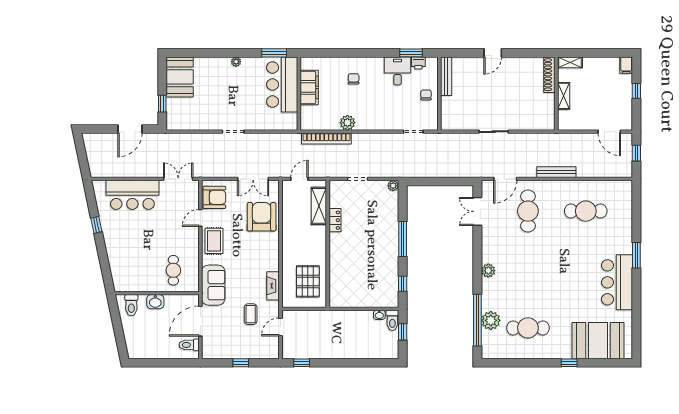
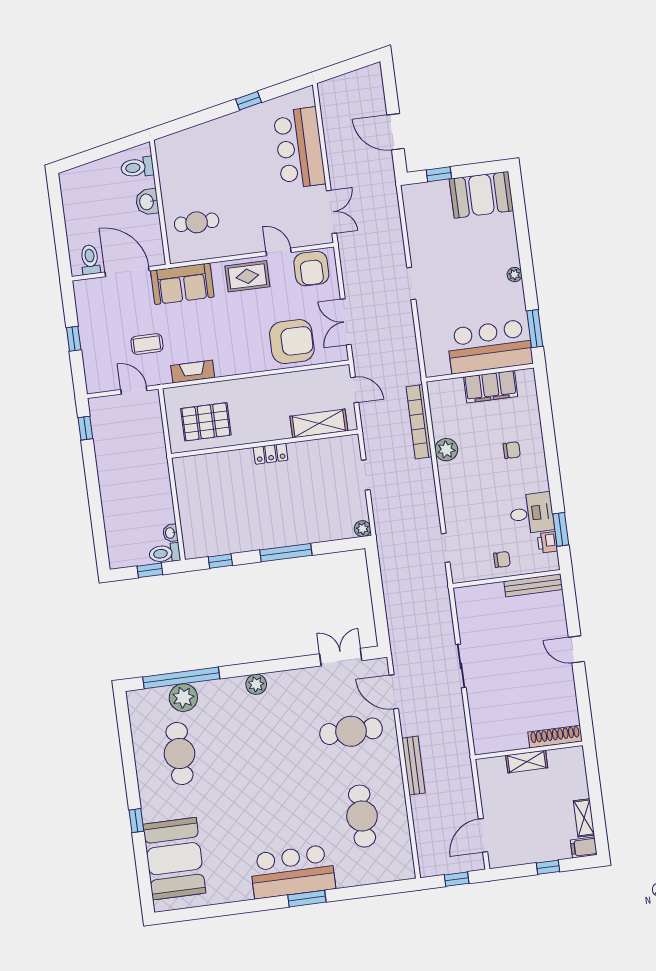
shelving: (570, 62) -> (584, 818), moved
locker: (335, 220) -> (271, 454), moved
bar counter: (617, 282) -> (292, 872), moved

